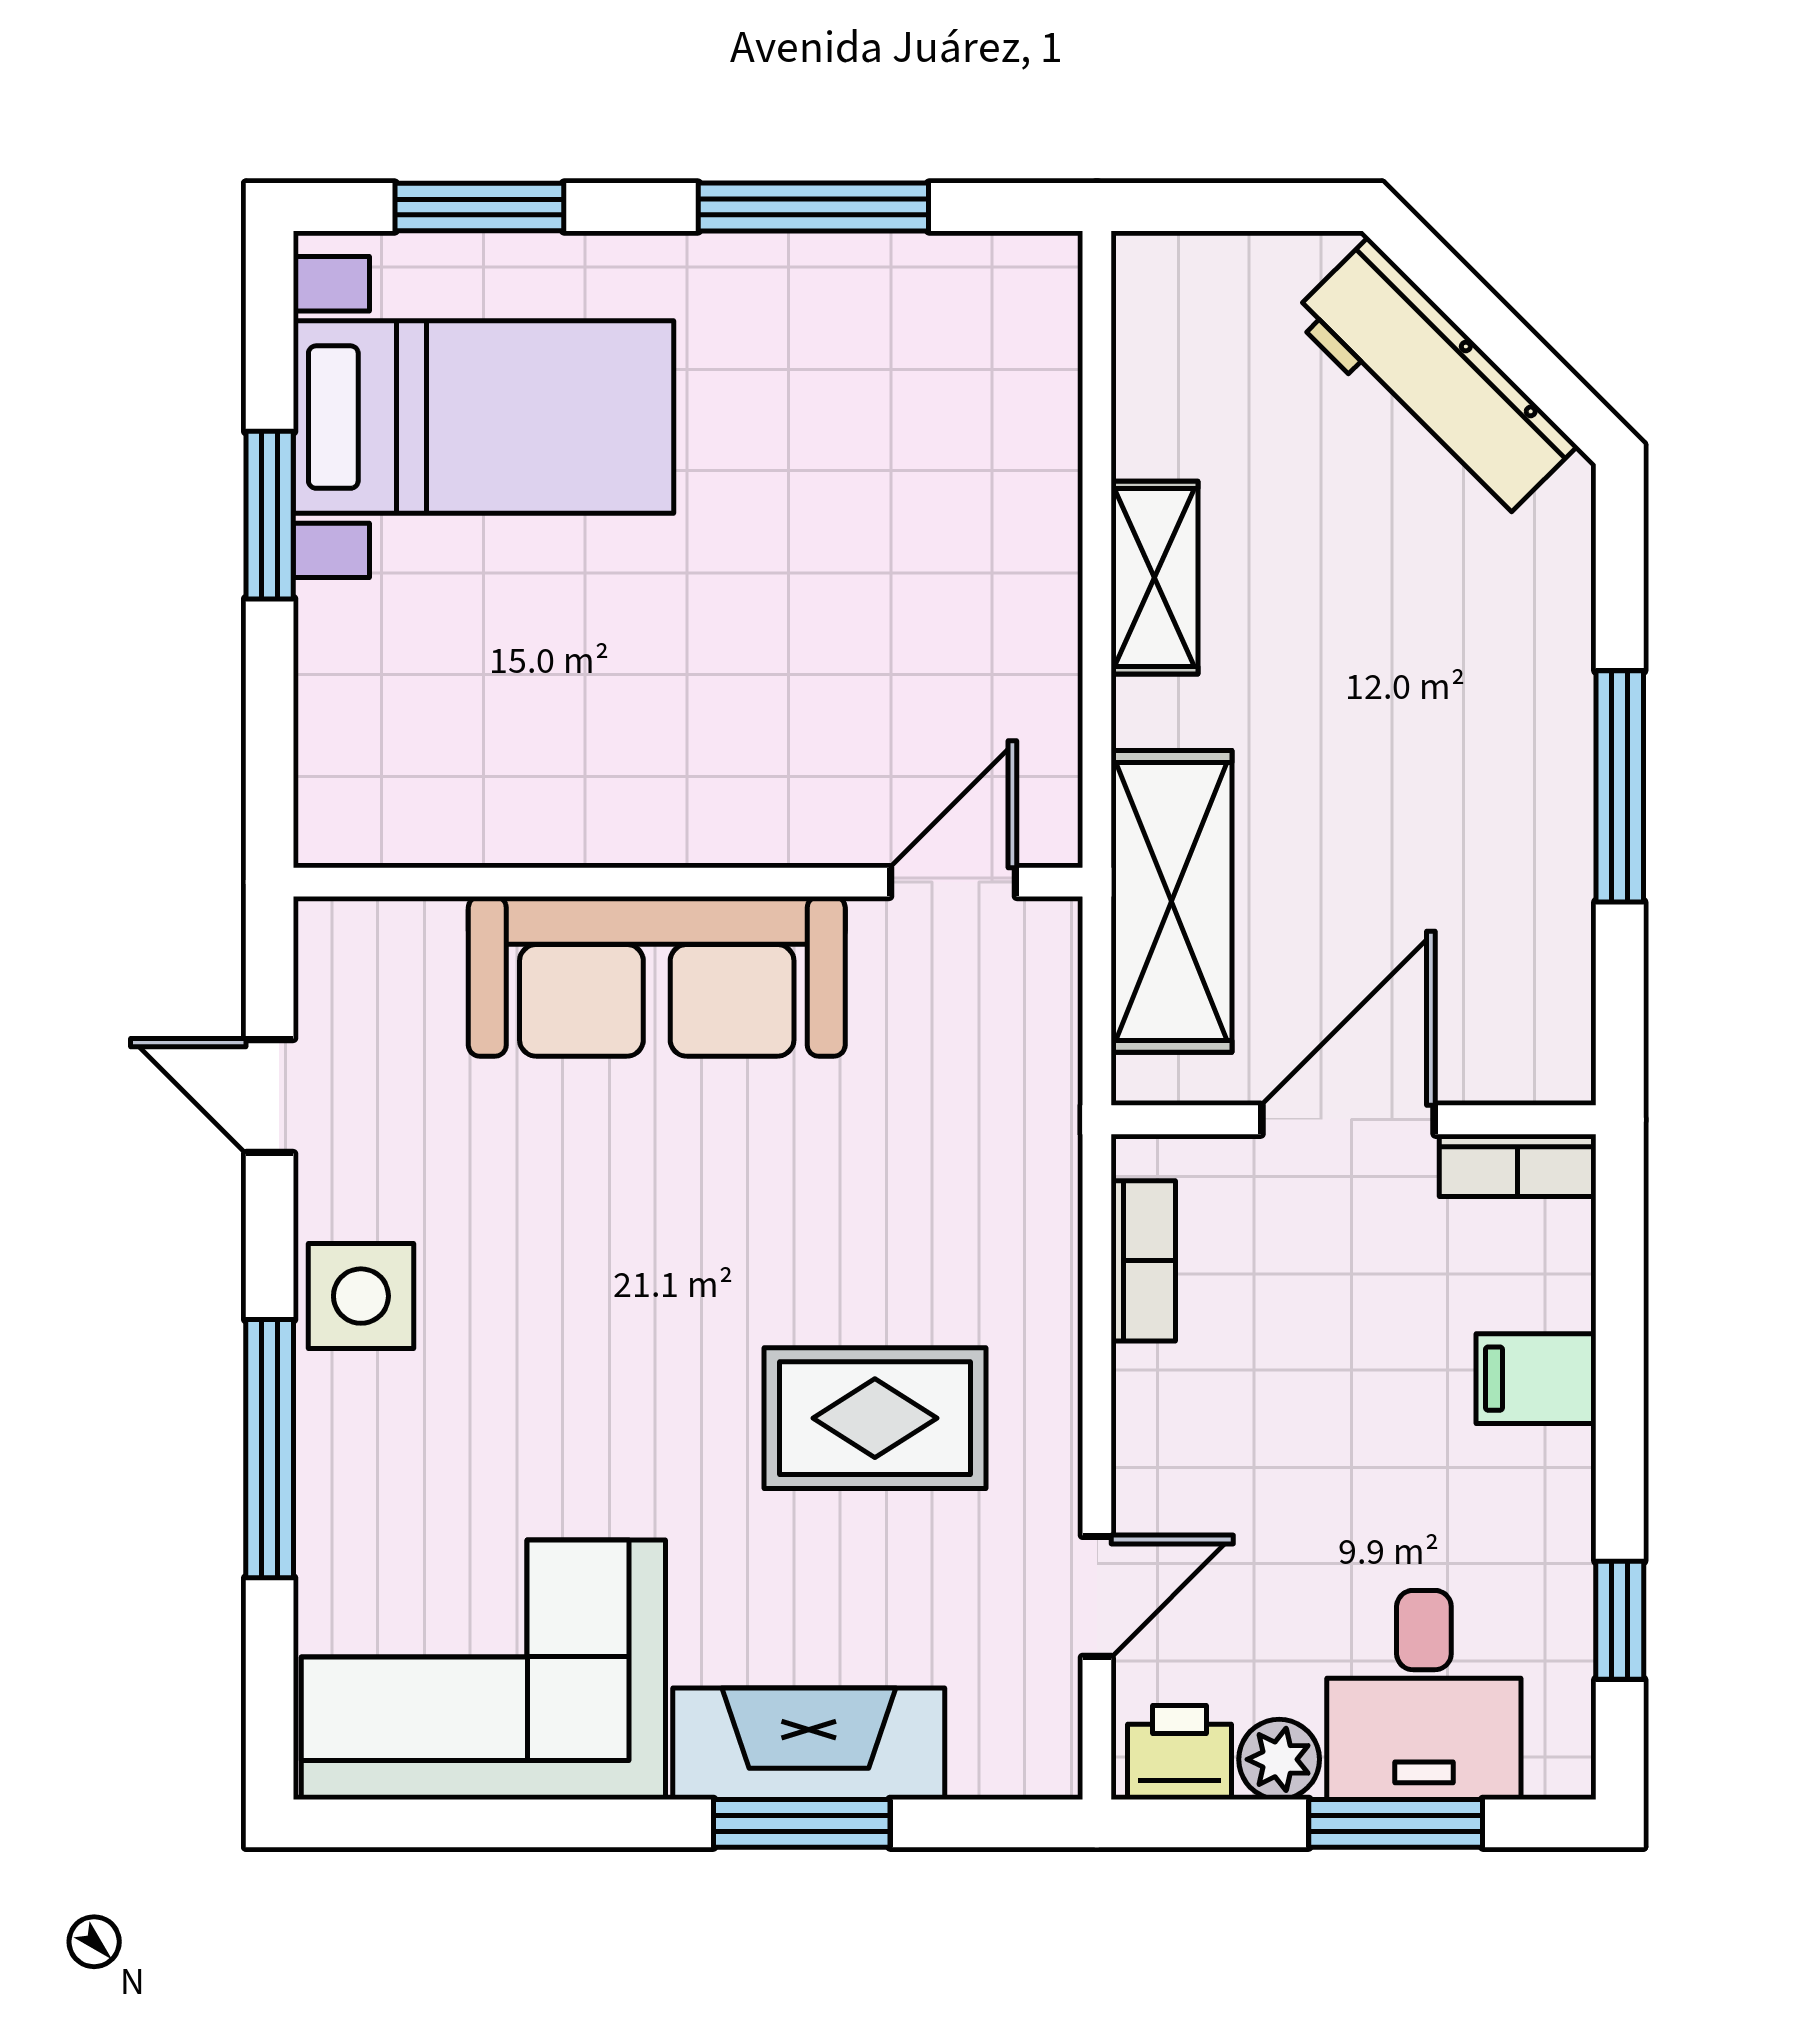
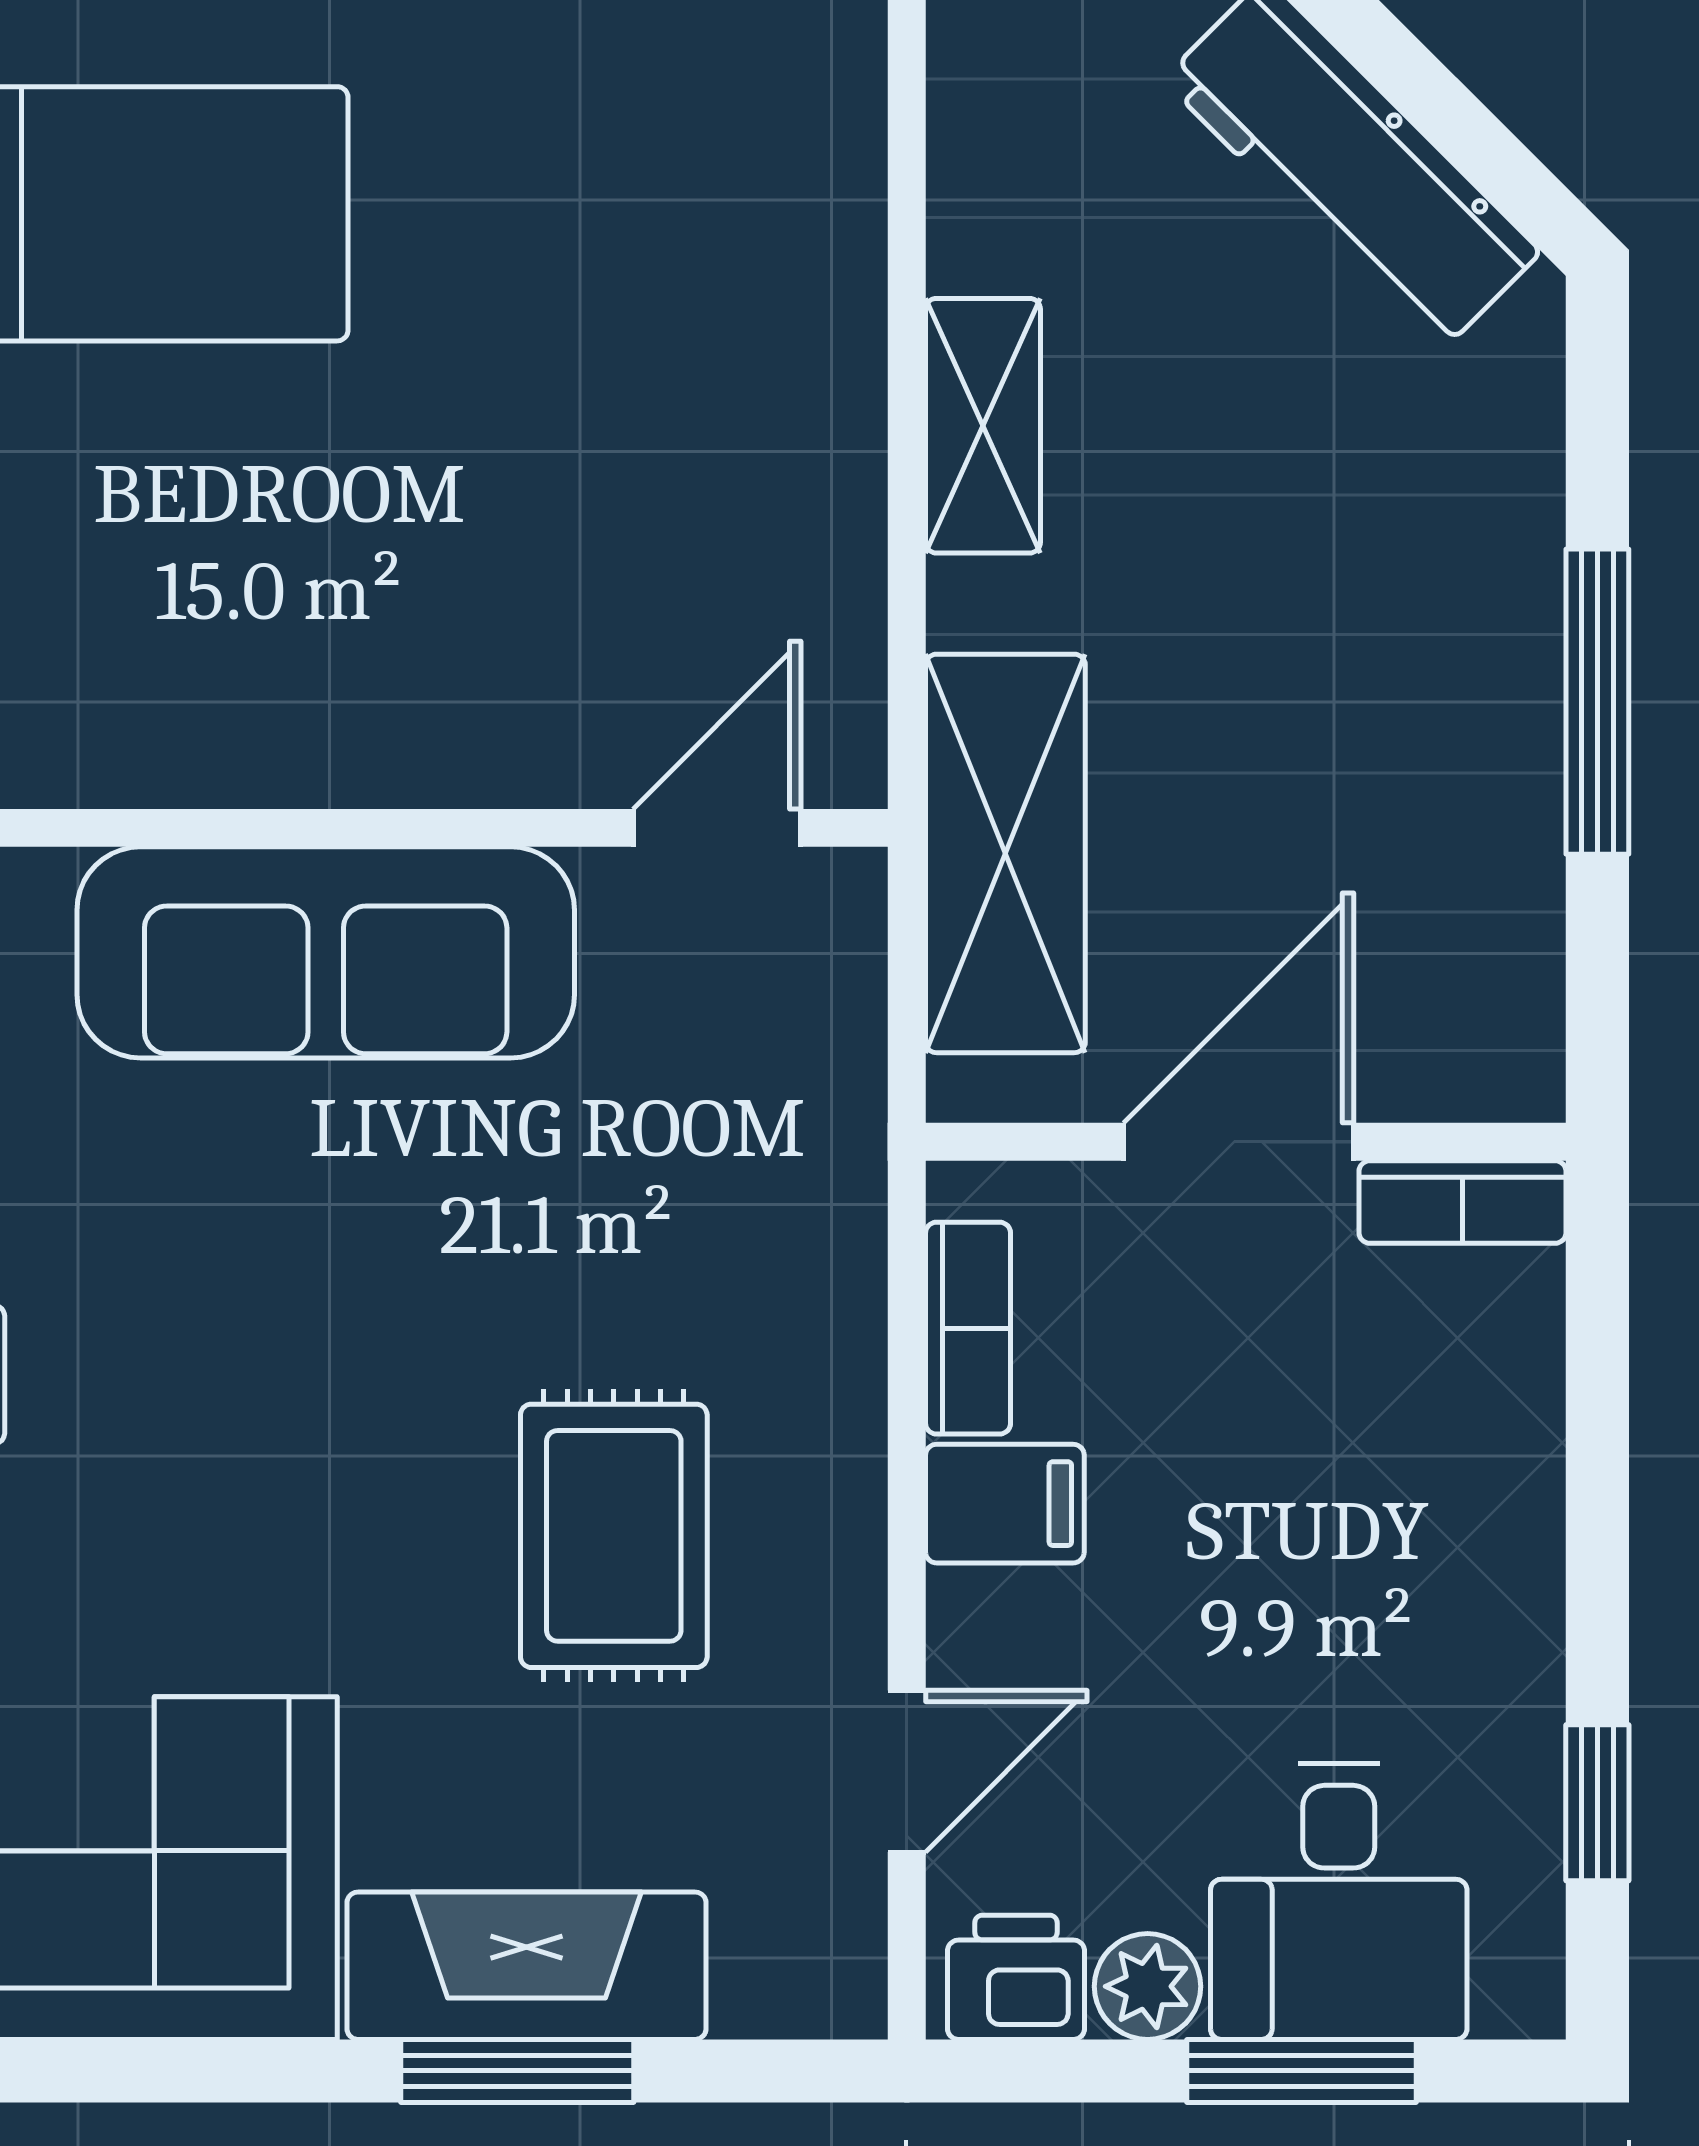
filing cabinet: (1536, 1379) -> (1005, 1504), moved, turned 180
rug: (875, 1418) -> (614, 1536), turned 90

